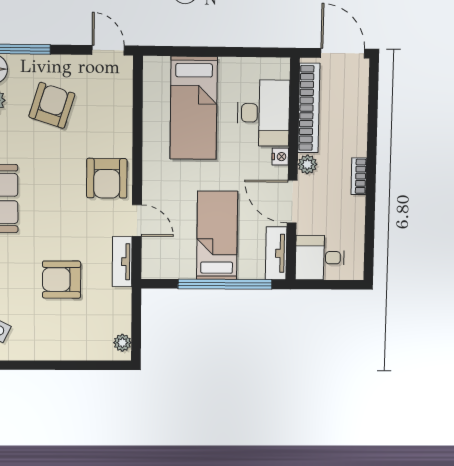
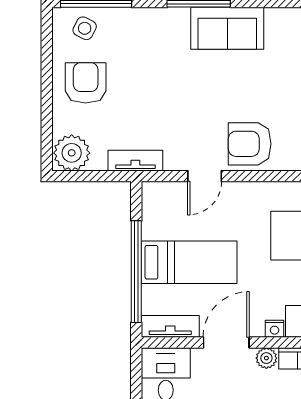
tv unit: (122, 262) -> (135, 161), moved
armchair: (62, 280) -> (86, 83), moved
plant: (122, 343) -> (72, 153), width x1.88, depth x1.88

